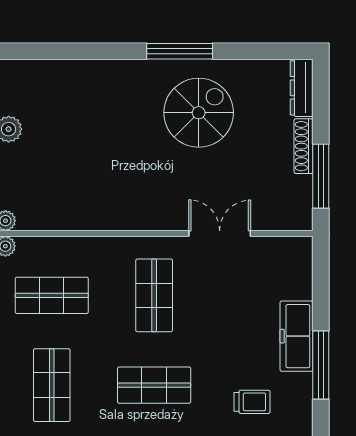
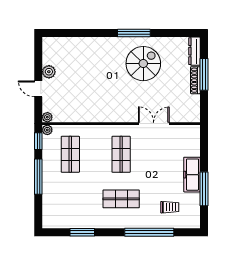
window: (321, 176) -> (204, 74), moved
shop shelf: (52, 295) -> (70, 154), turned 90
shop shelf: (52, 385) -> (70, 199), removed

